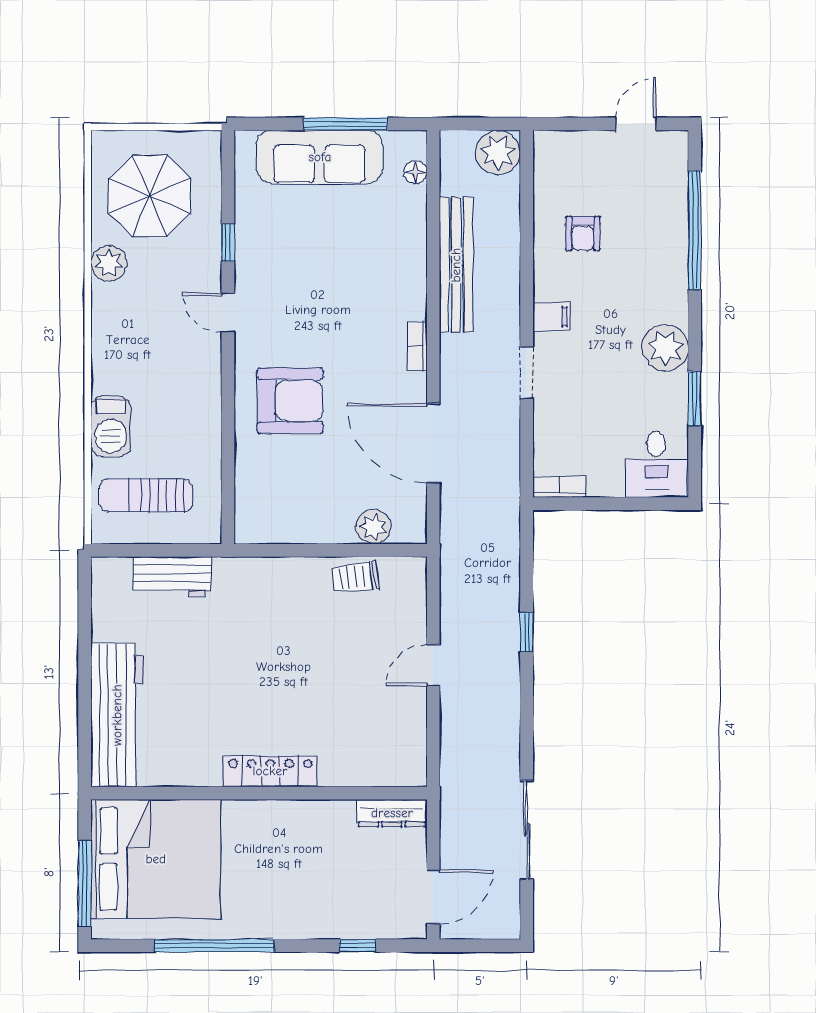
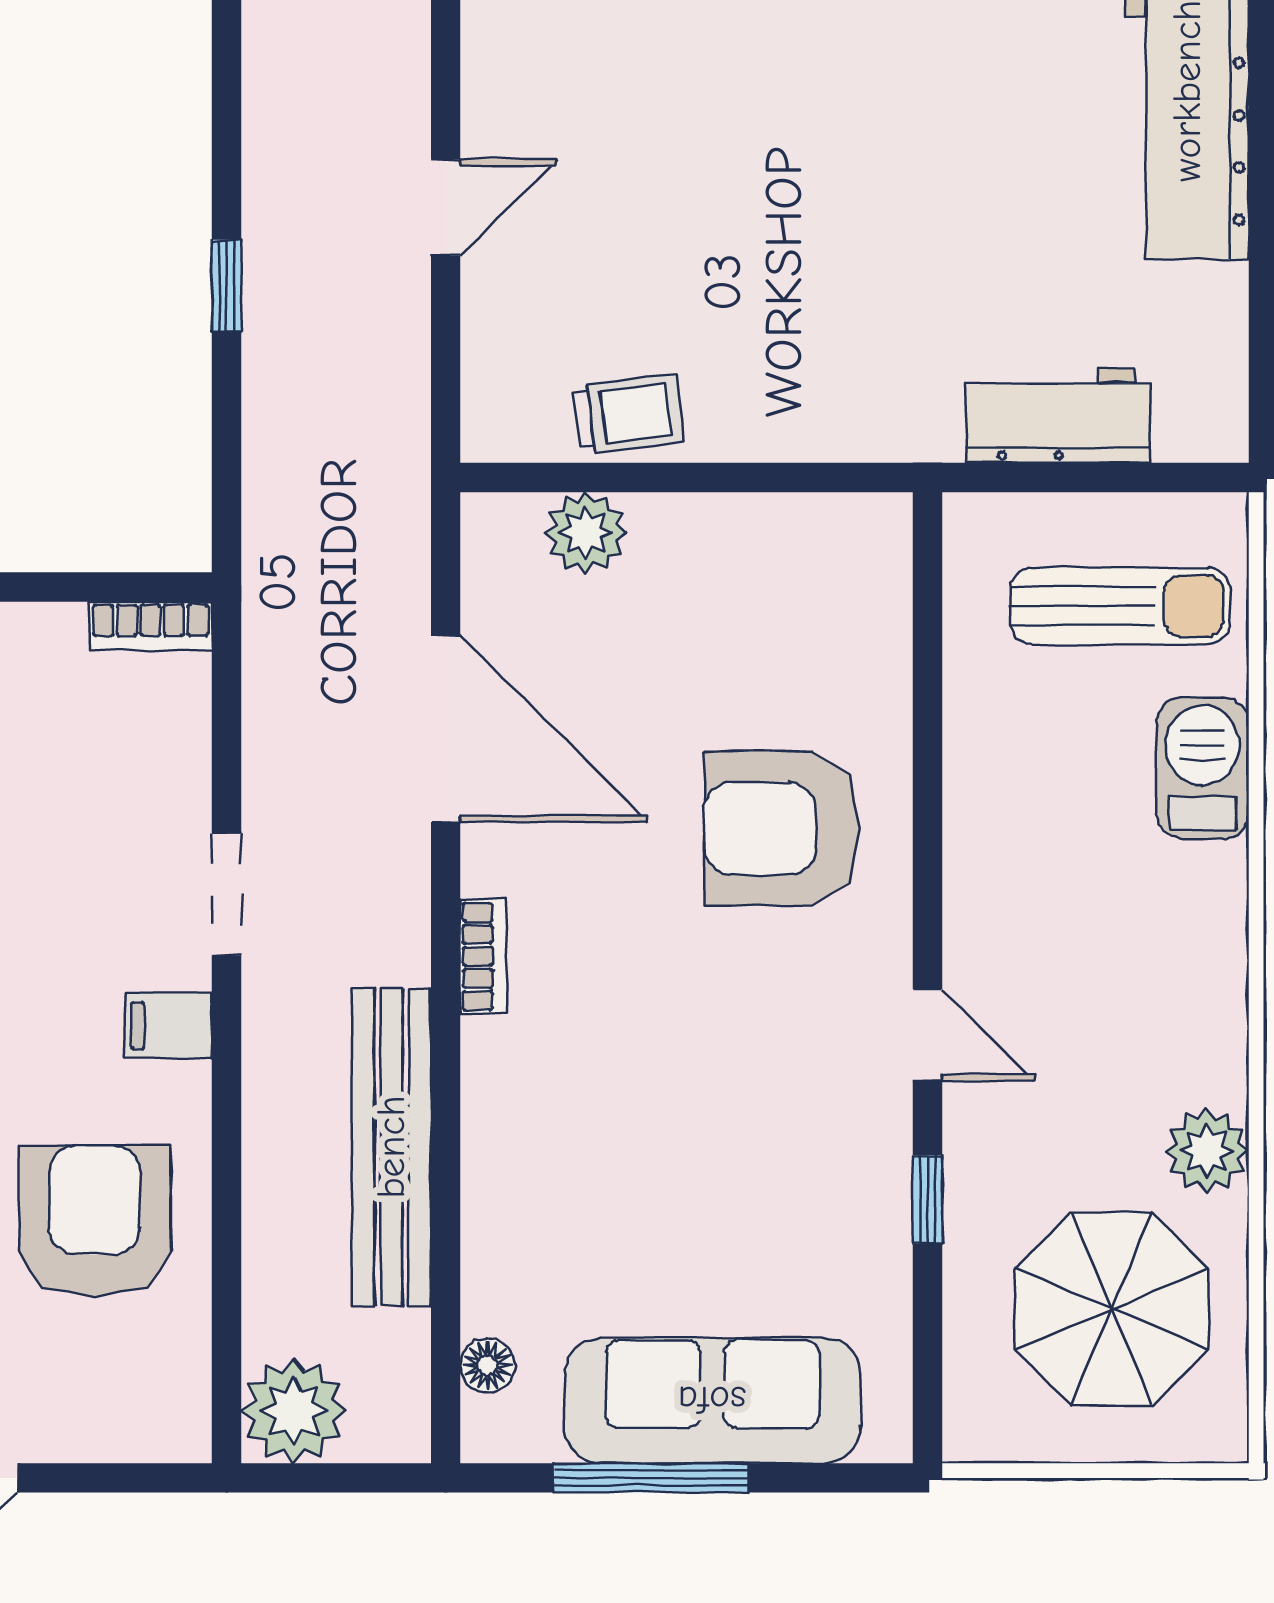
armchair: (583, 233) -> (95, 1221), width x1.88, depth x1.88

